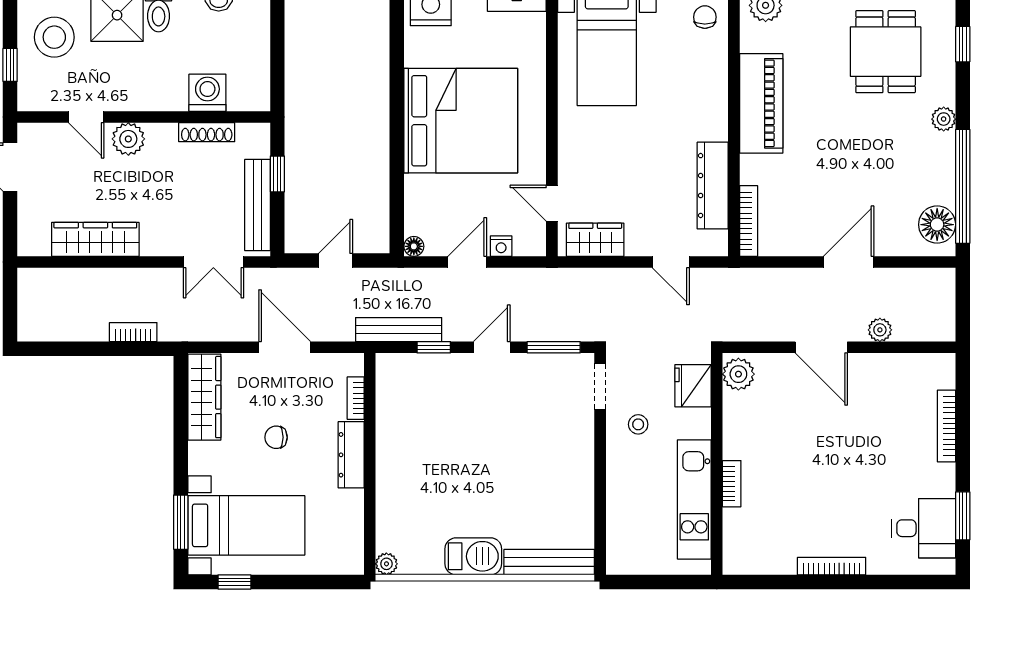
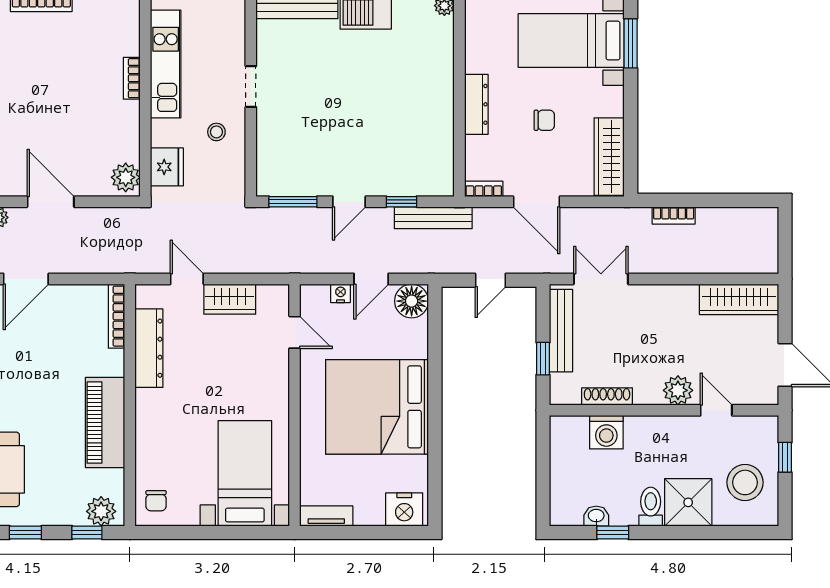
wardrobe: (95, 239) -> (739, 299), moved
wardrobe: (595, 240) -> (230, 299), moved
floor lamp: (414, 246) -> (412, 301), width x1.89, depth x1.89
doorway: (600, 387) -> (251, 87), moved
bookcase: (356, 398) -> (484, 189), moved, turned -90

